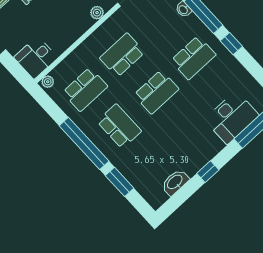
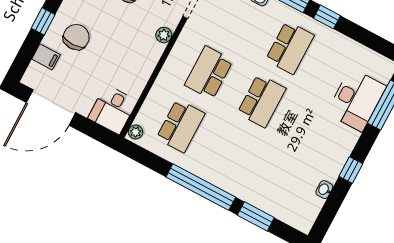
school desk: (119, 126) -> (233, 154), removed
washbasin: (175, 182) -> (324, 190), width x0.52, depth x0.69

